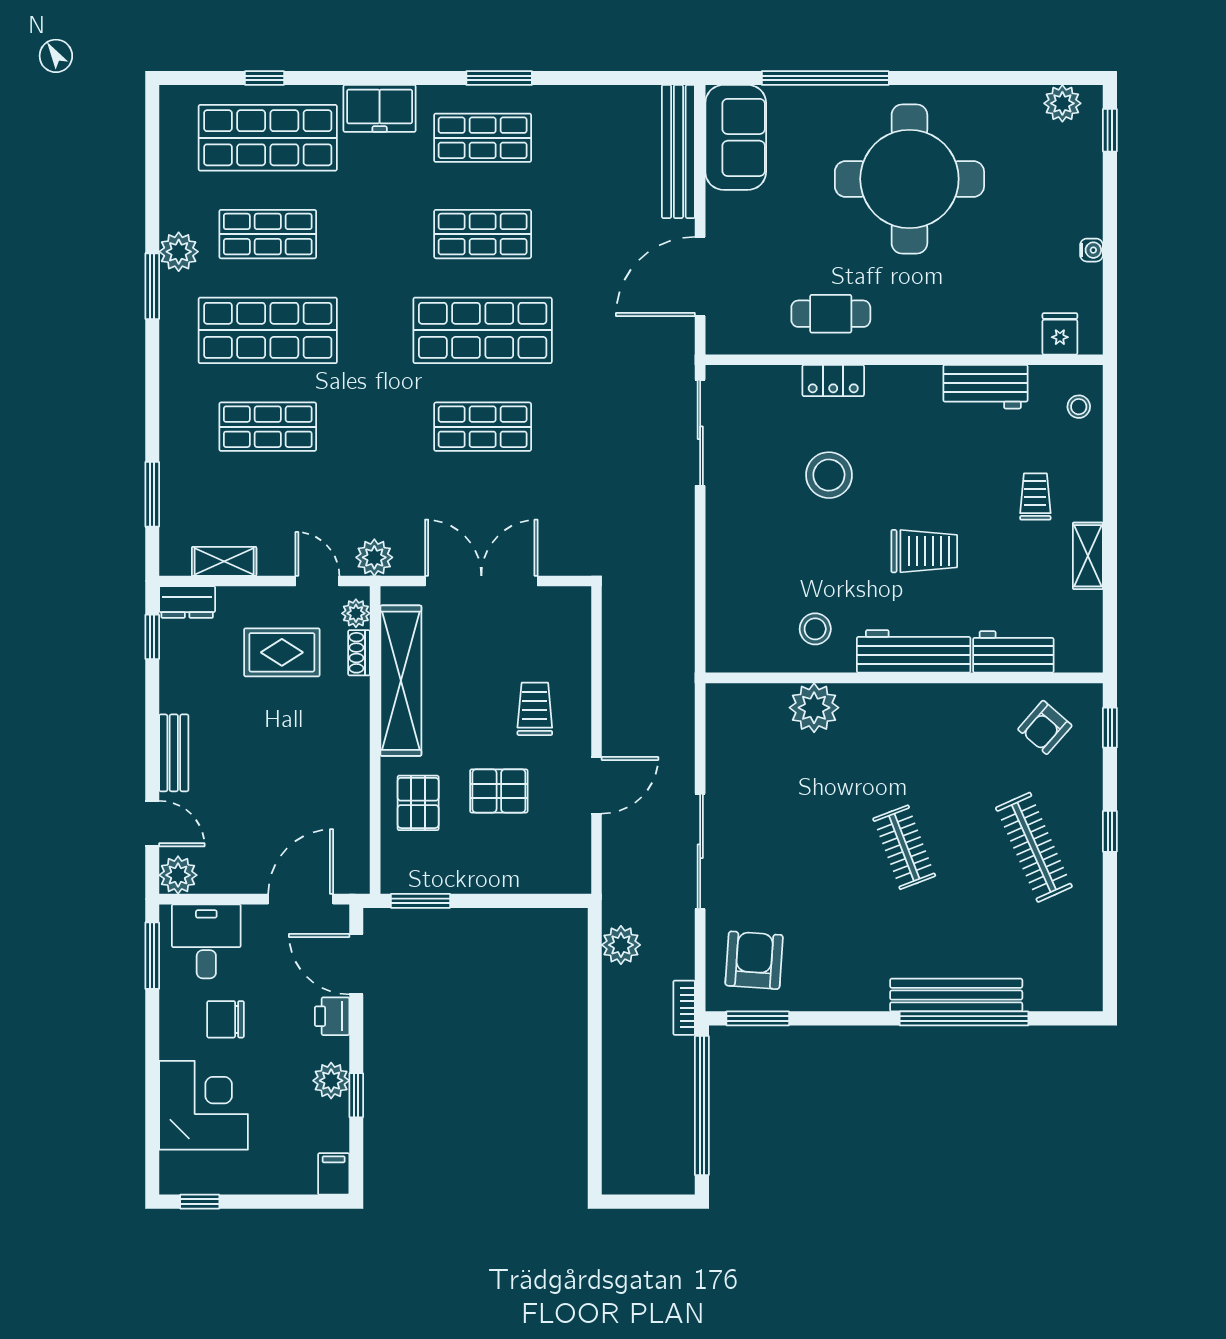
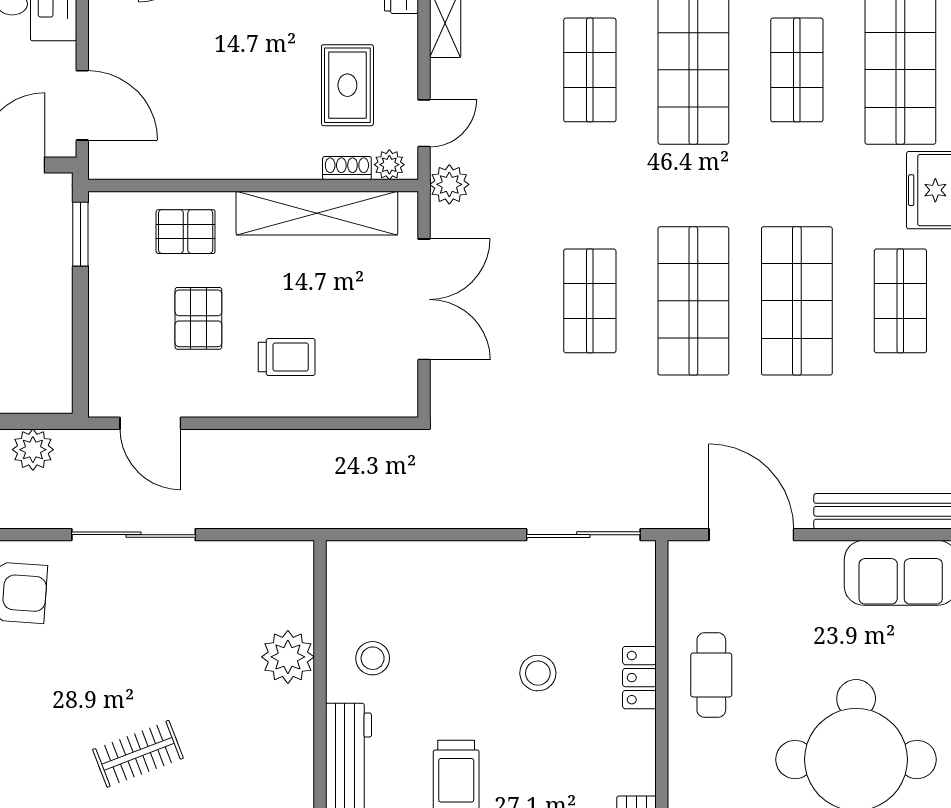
shop shelf: (483, 234) -> (797, 301), width x1.43, depth x1.36
stool: (829, 475) -> (538, 673), width x0.73, depth x0.73
door: (596, 785) -> (150, 423), moved

